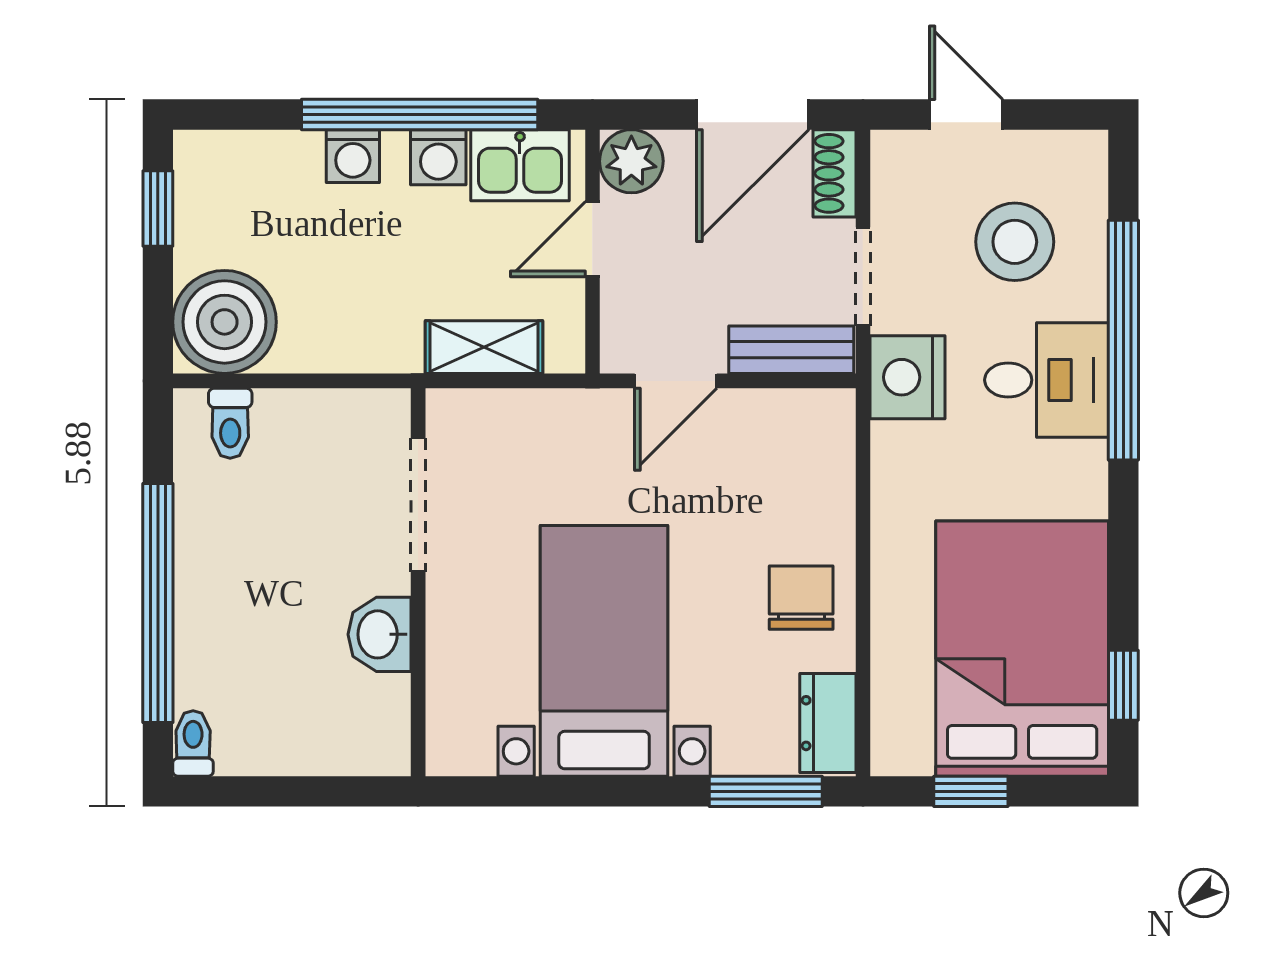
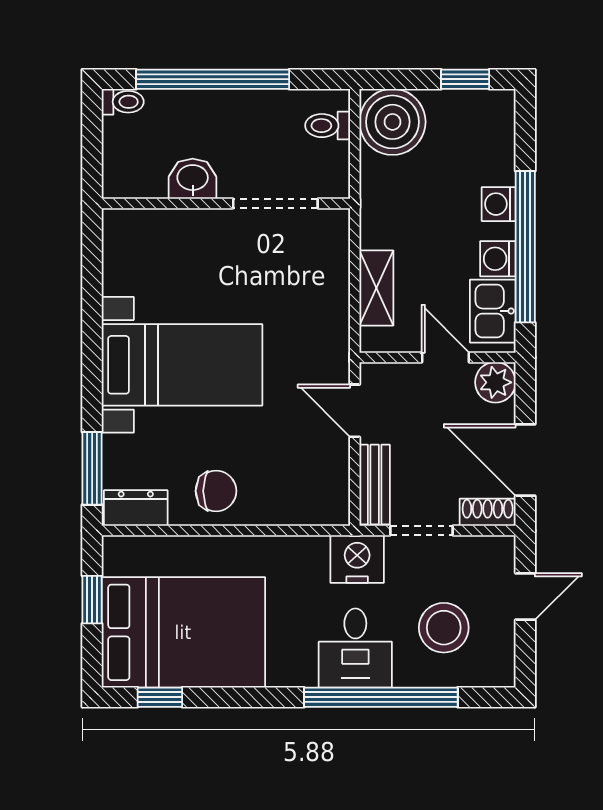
doorway: (418, 505) -> (275, 204), moved
wall: (418, 582) -> (226, 204), moved
washbasin: (379, 634) -> (193, 179), moved

